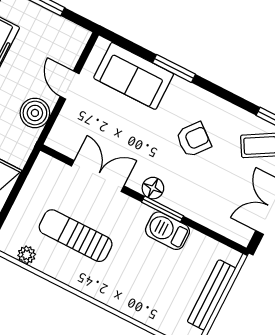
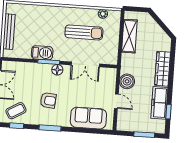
window: (174, 68) -> (50, 128), moved
armchair: (193, 139) -> (48, 100), turned -124

